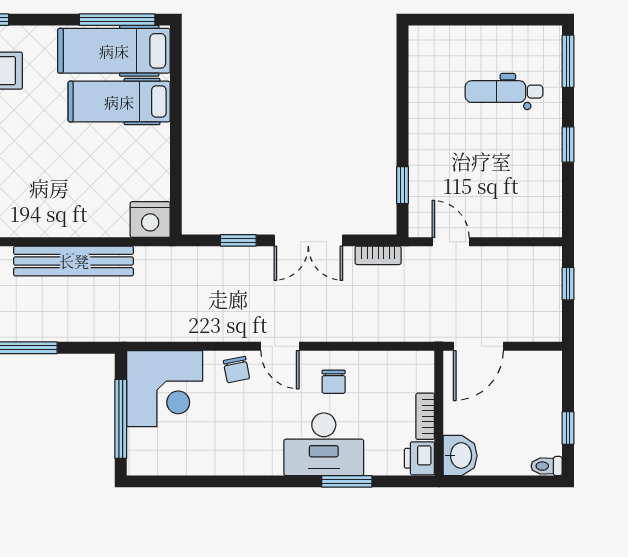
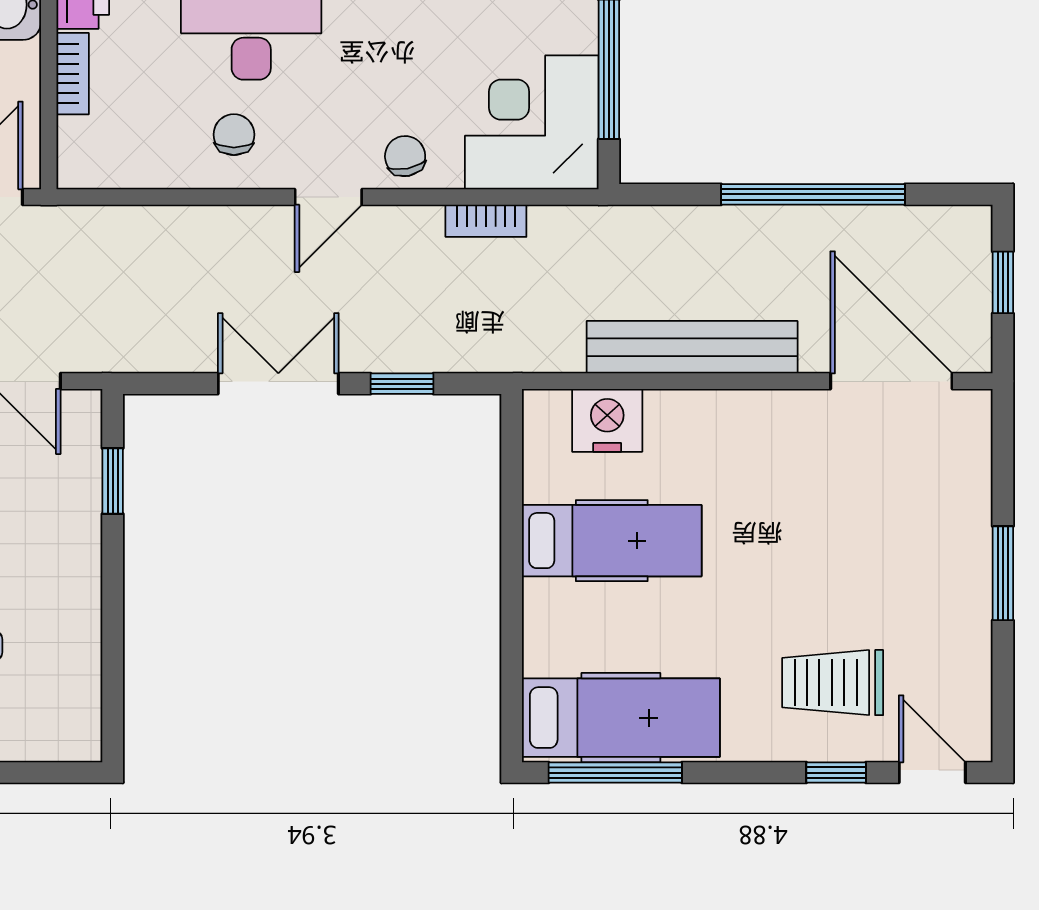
hospital bed: (119, 102) -> (612, 541), moved
nightstand: (150, 220) -> (607, 420), moved
bookcase: (378, 255) -> (486, 221), moved, turned 180
door: (280, 346) -> (328, 197), swing flipped

